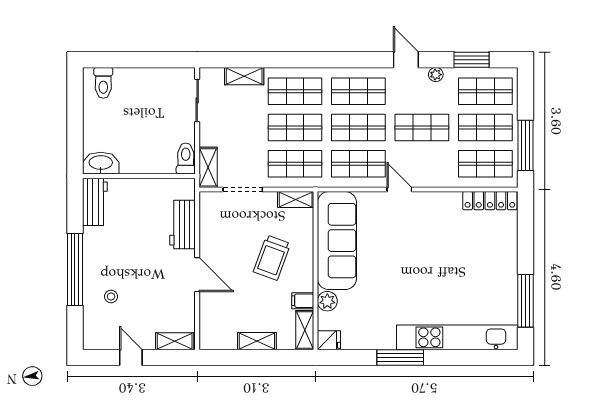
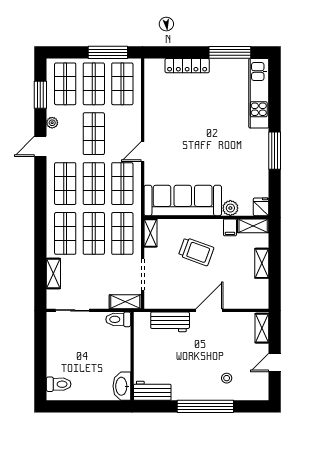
locker: (490, 201) -> (187, 66), moved, turned 90
kitchen unit: (457, 337) -> (259, 93), width x0.73

